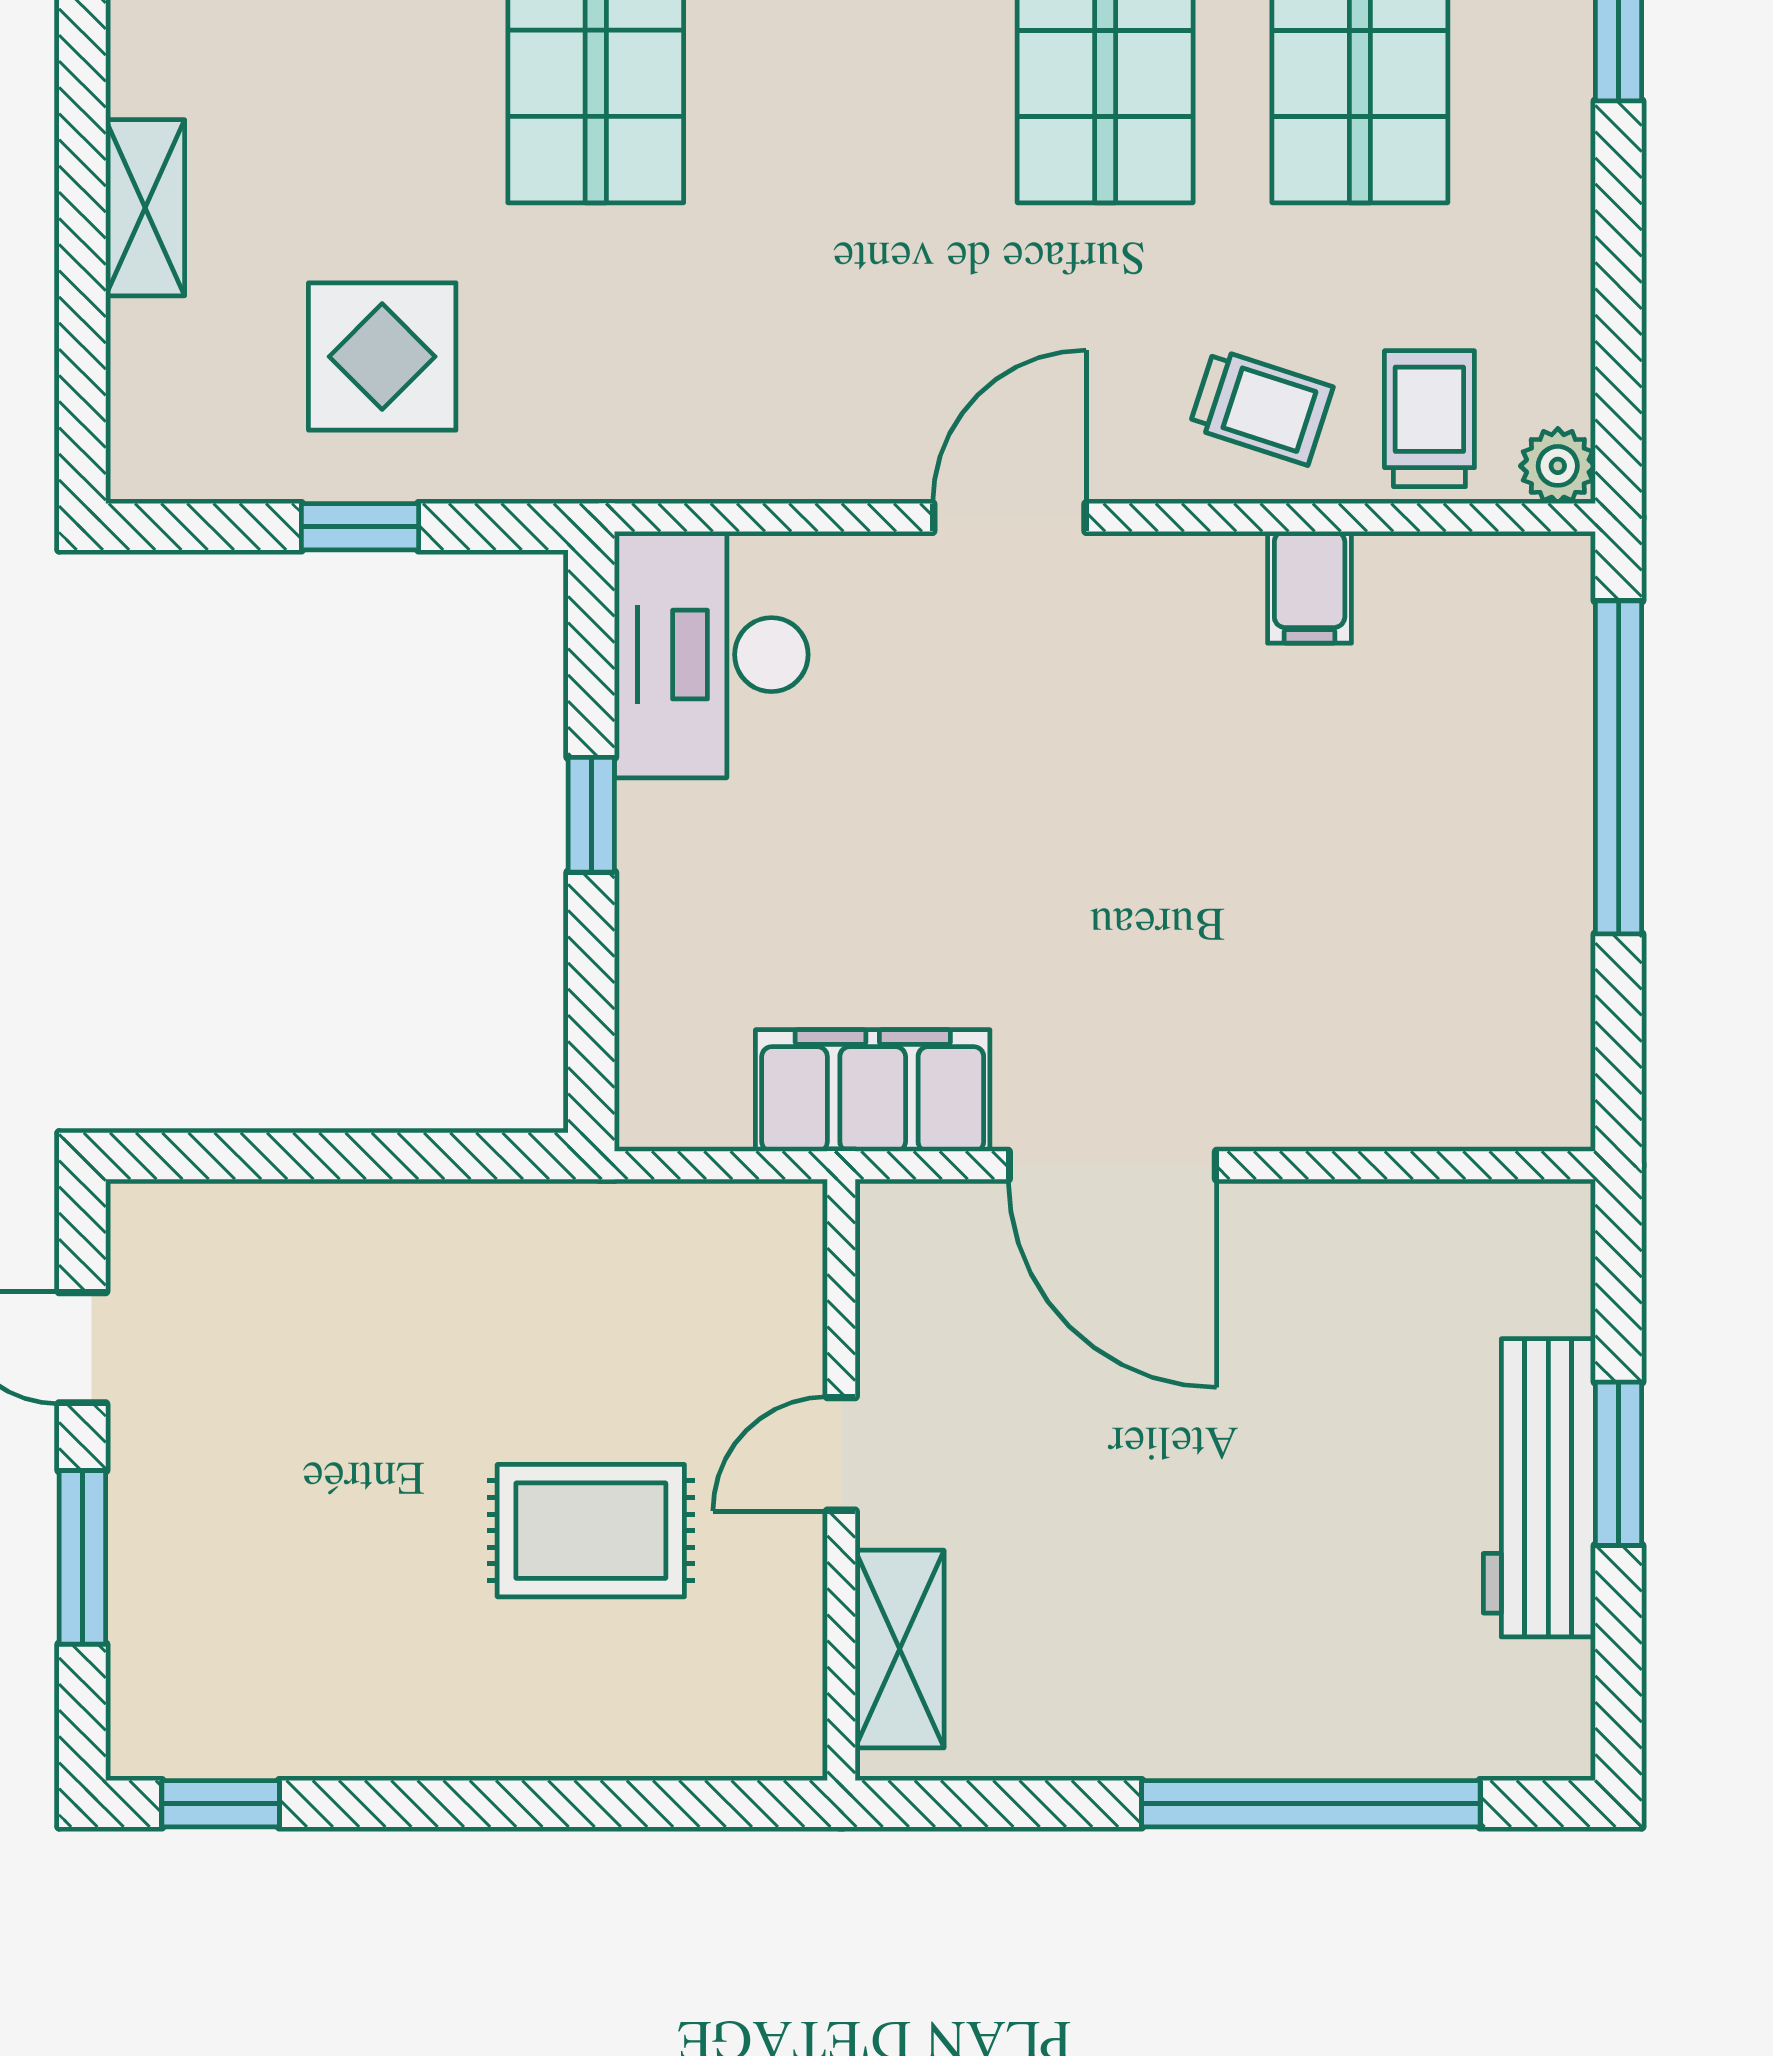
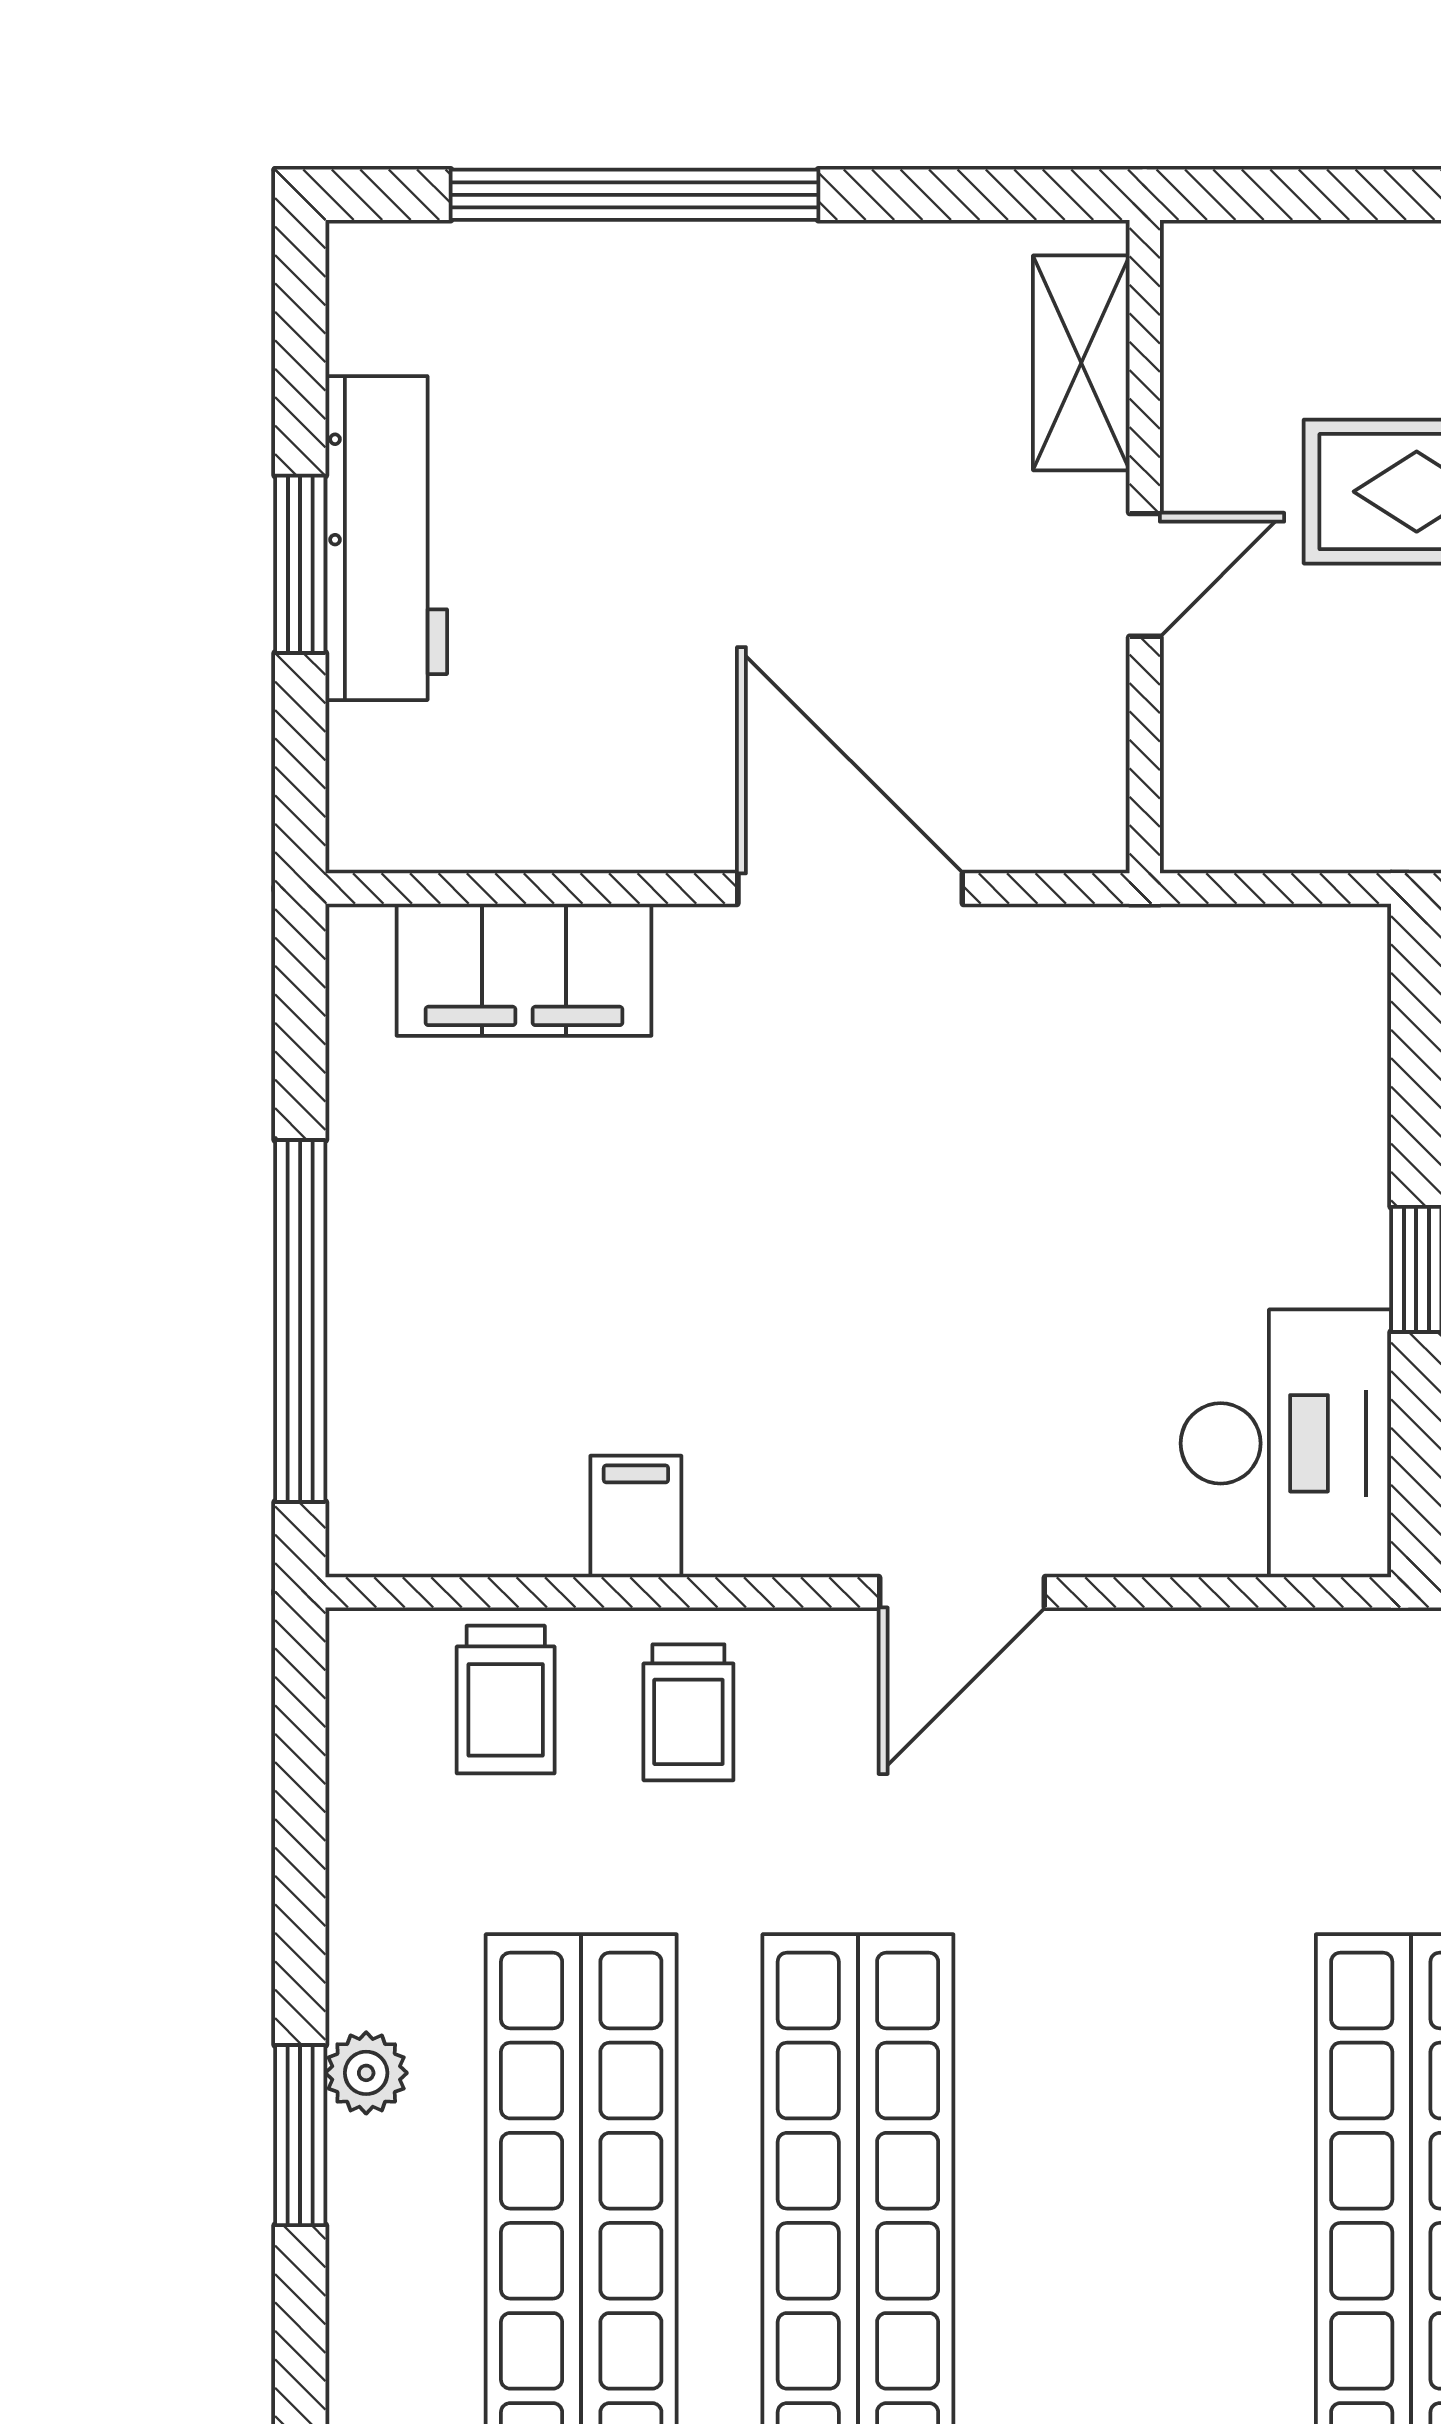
trolley: (1261, 407) -> (688, 1712), turned -108
plant: (1558, 466) -> (366, 2073), moved
filing cabinet: (873, 1091) -> (524, 970), moved

